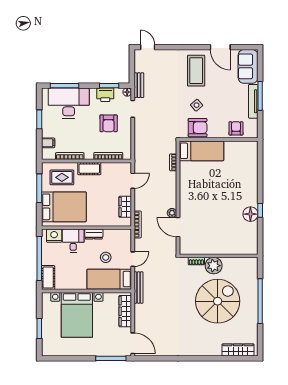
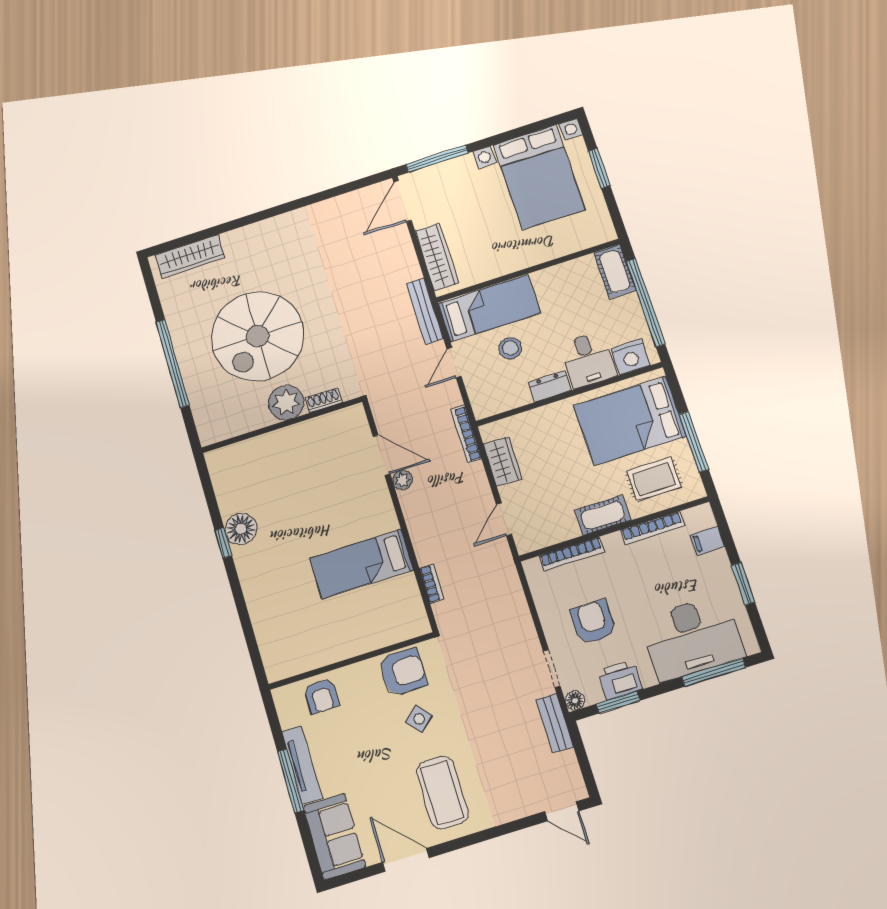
armchair: (198, 128) -> (403, 672), turned 180
bed: (201, 151) -> (361, 564), moved
bed with nightstands: (77, 315) -> (539, 177), moved, turned 180
door: (133, 343) -> (403, 201), hinge flipped

